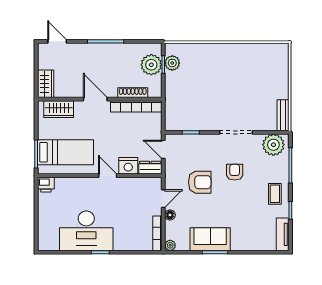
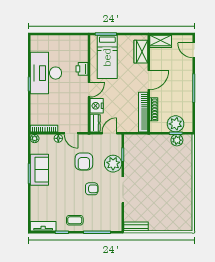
door: (57, 41) -> (194, 50), swing flipped
plant: (273, 145) -> (113, 164), moved
printer: (46, 185) -> (82, 69), moved

